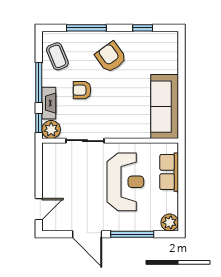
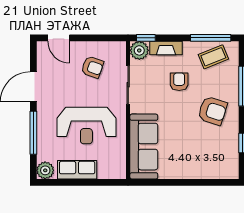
armchair: (111, 57) -> (213, 111), turned 54
window: (39, 82) -> (211, 38), moved
sofa: (165, 107) -> (144, 147), moved, turned 90
row of seats: (169, 172) -> (77, 170), moved
armchair: (68, 176) -> (92, 67), added

